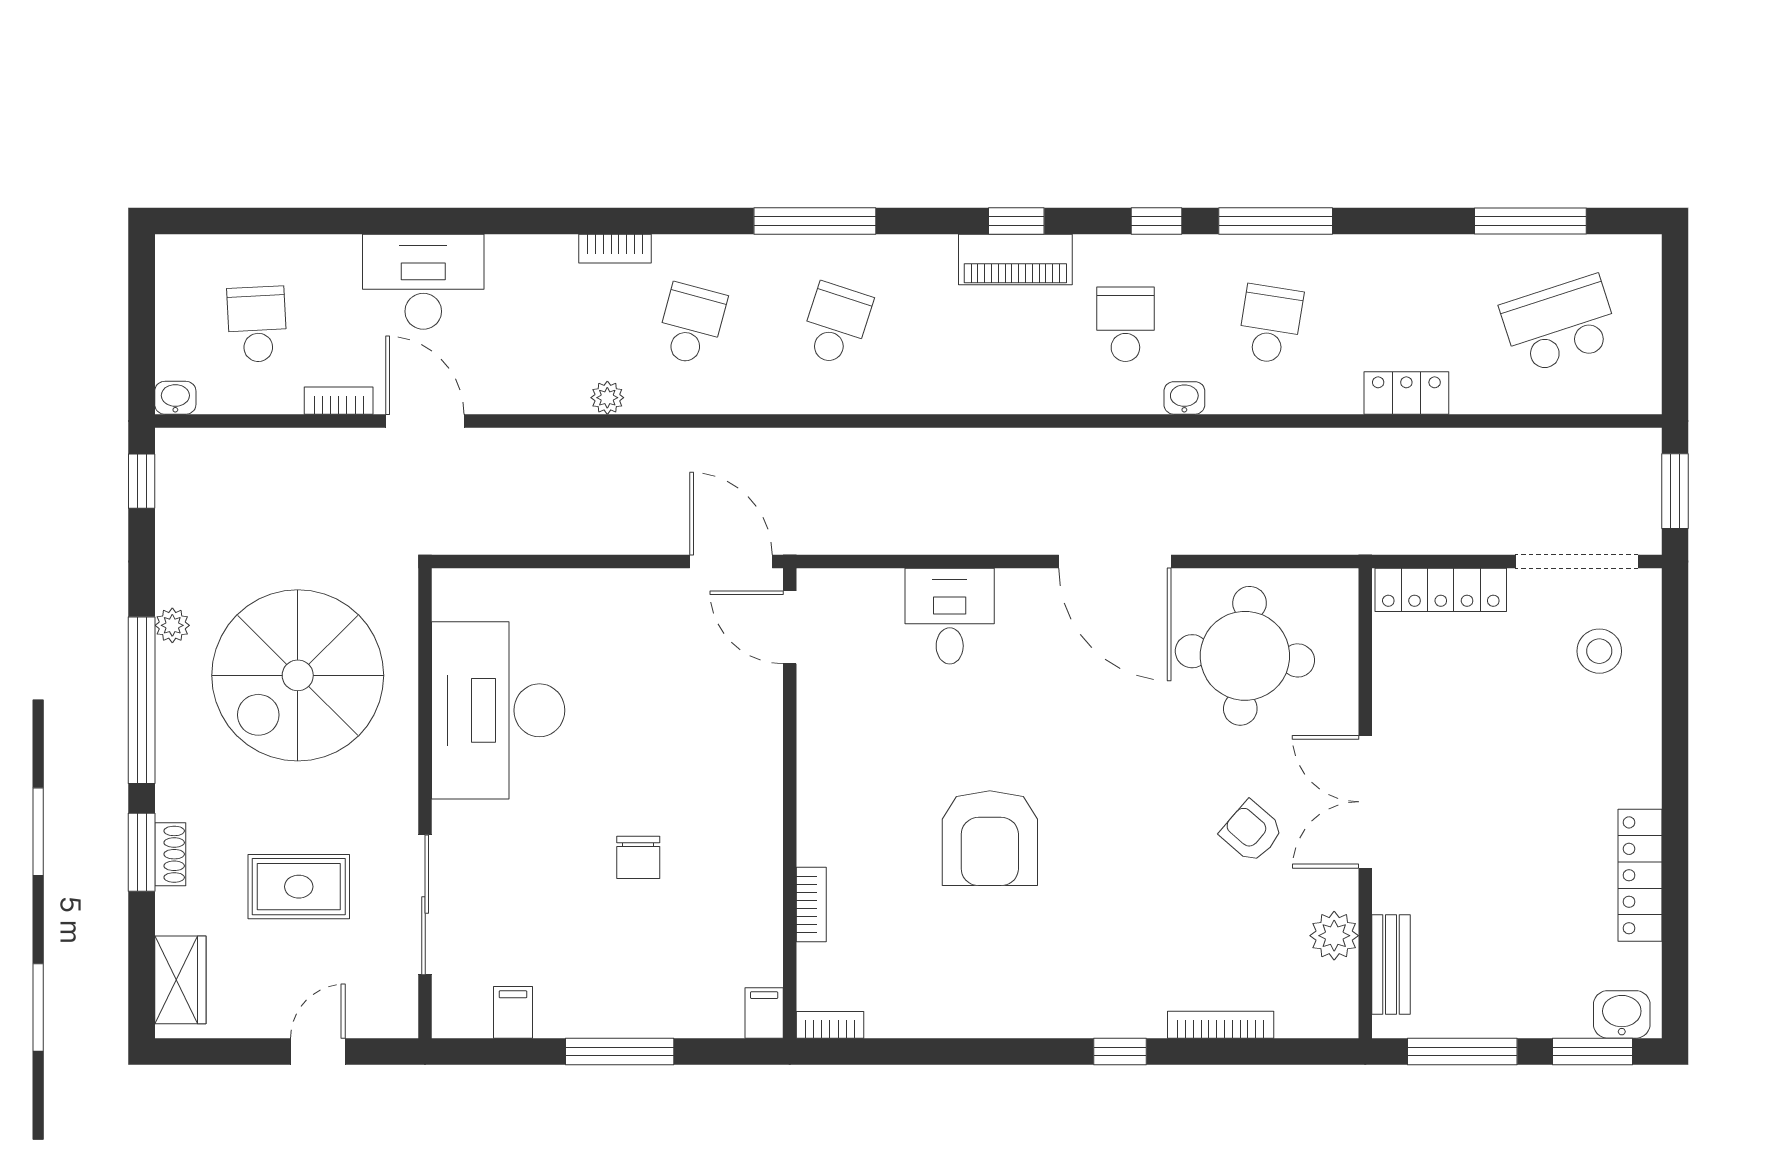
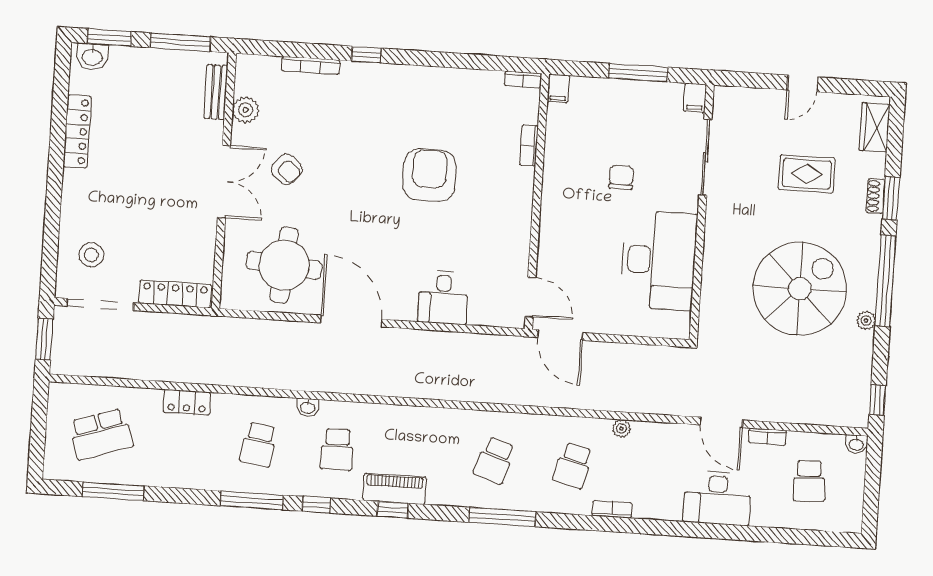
desk: (498, 710) -> (659, 260), moved
wall: (425, 803) -> (702, 212), moved
sliding door: (425, 905) -> (705, 157), moved

